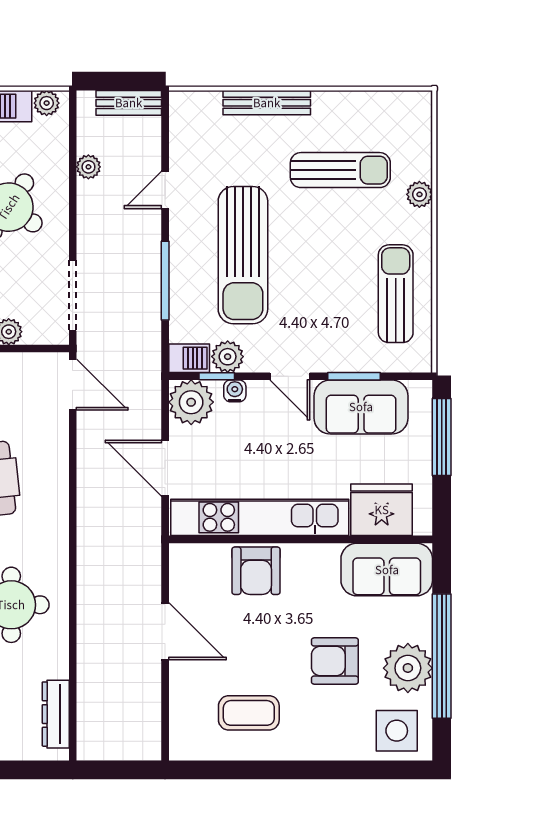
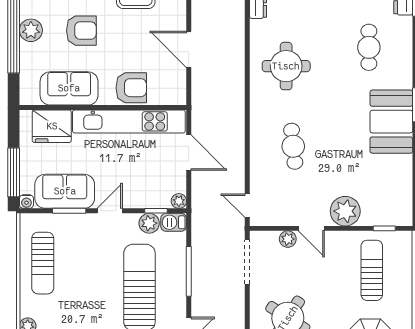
door: (290, 376) -> (110, 211), hinge flipped
door: (73, 384) -> (247, 206), width x0.73
water cooler: (235, 391) -> (26, 202), moved
plant: (191, 402) -> (179, 201), width x0.53, depth x0.53
sofa: (387, 570) -> (69, 88), moved
armchair: (256, 571) -> (131, 88), turned 90
plant: (408, 668) -> (31, 30), width x0.73, depth x0.73

